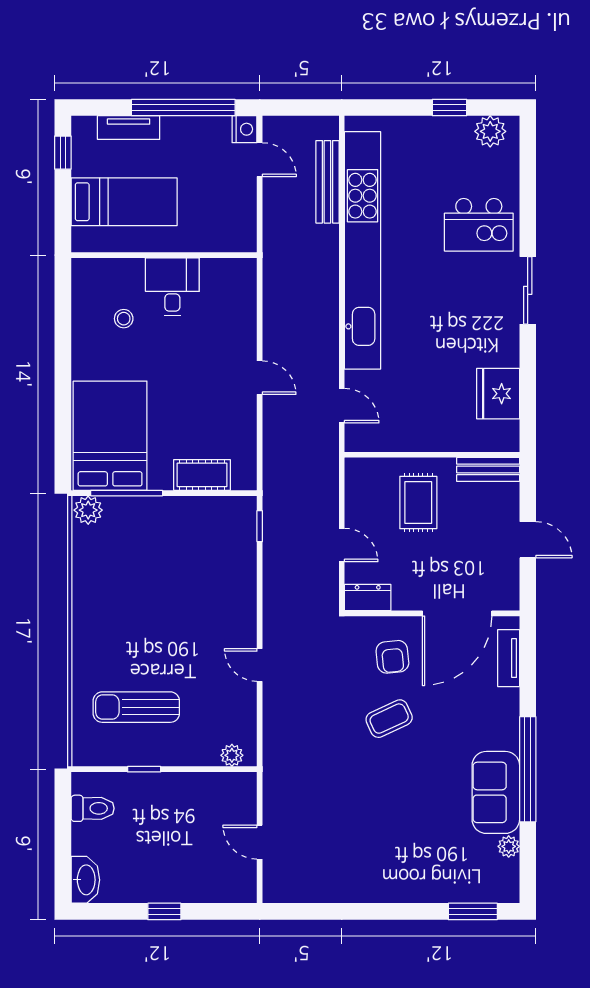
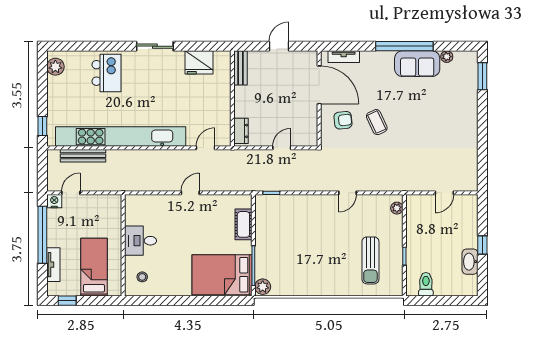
window: (450, 107) -> (42, 126), moved
sliding door: (528, 290) -> (155, 46), moved
stool: (124, 319) -> (142, 277), moved
rug: (418, 502) -> (259, 106), removed
dresser: (368, 598) -> (241, 131), moved, turned 180
washbasin: (85, 880) -> (470, 262), moved, turned -90

